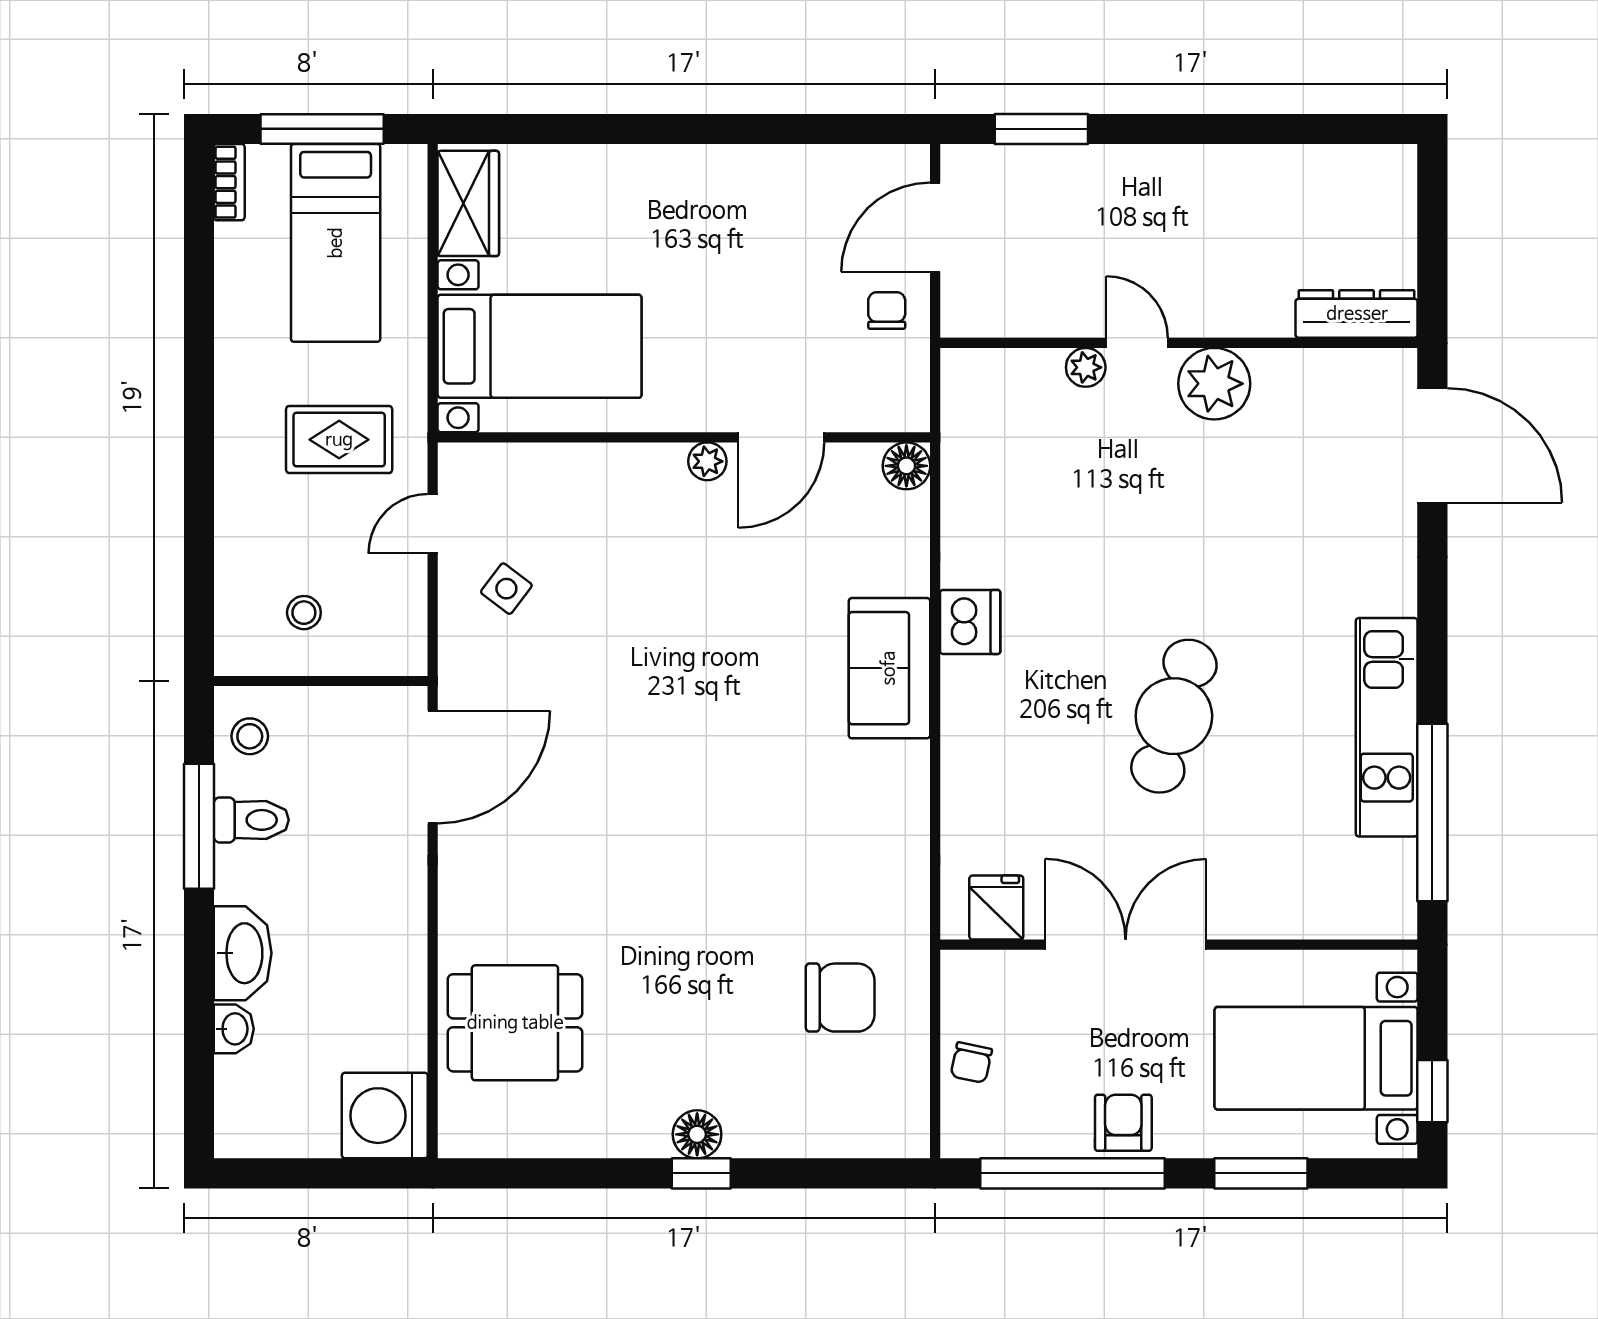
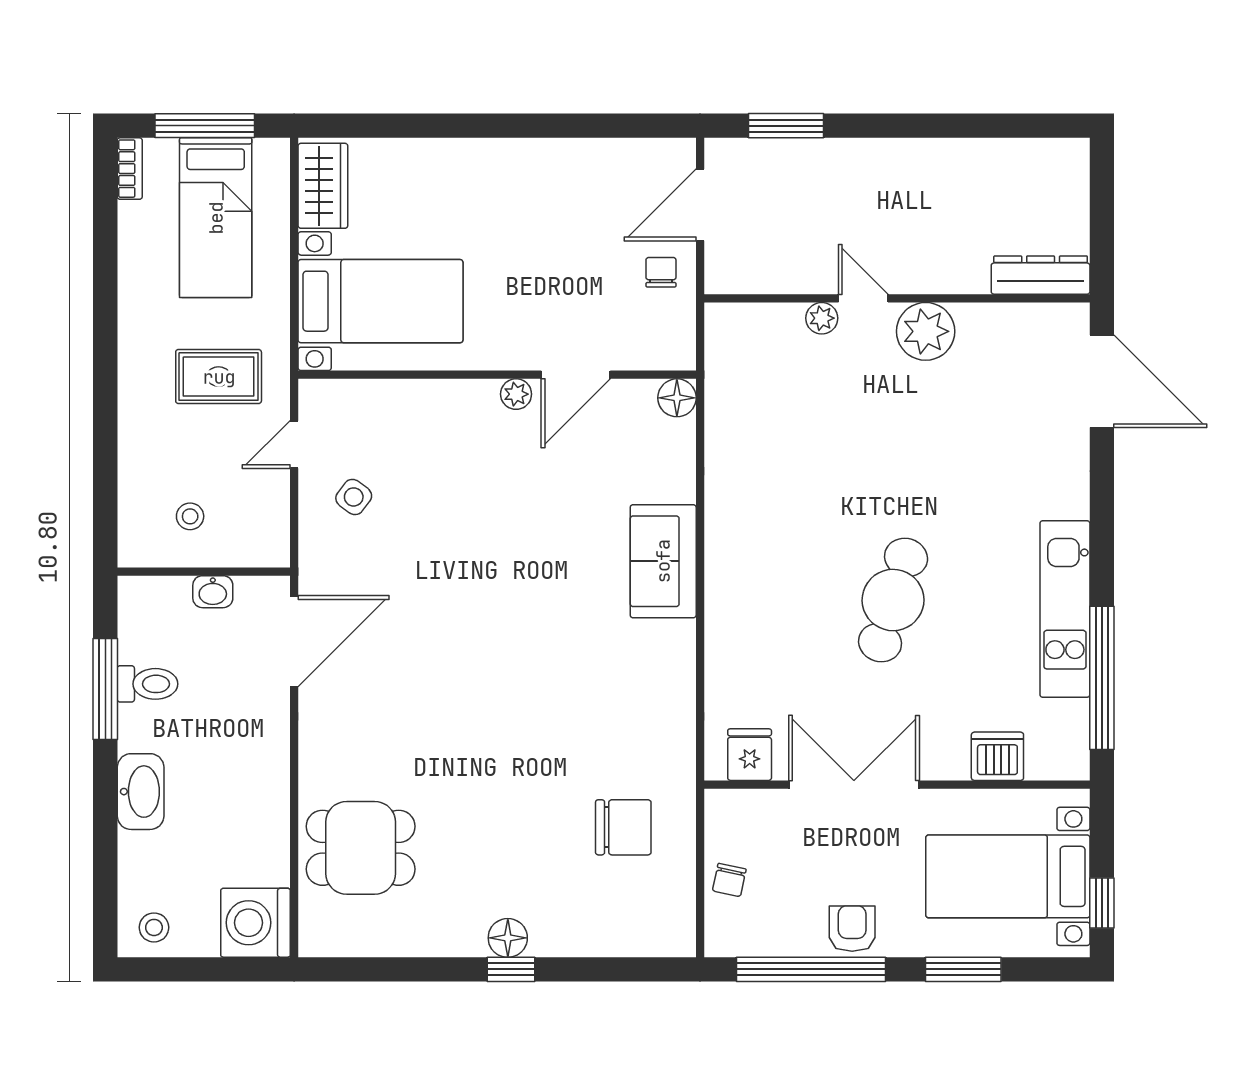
dishwasher: (970, 622) -> (997, 756), moved, turned -90
stool: (250, 736) -> (154, 927), moved
washbasin: (234, 1029) -> (213, 592), moved, turned 90

